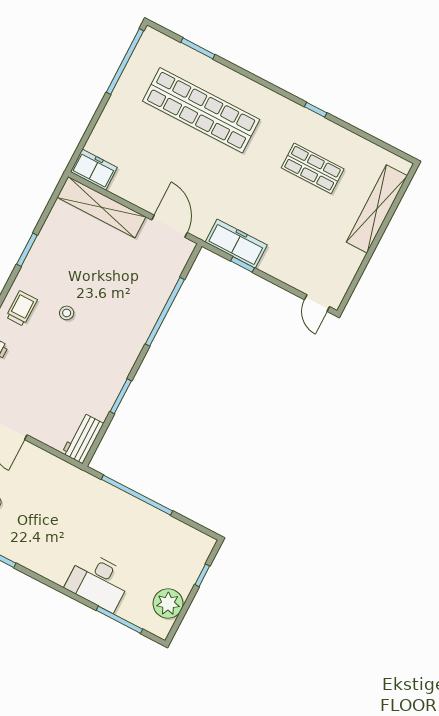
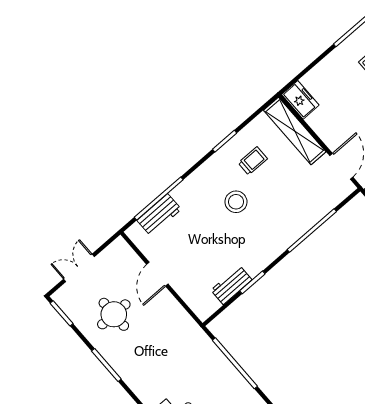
trolley: (22, 308) -> (253, 161), moved
stool: (67, 313) -> (236, 202), width x1.89, depth x1.89
workbench: (83, 438) -> (231, 285), moved

